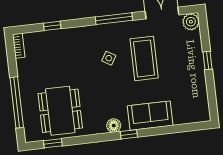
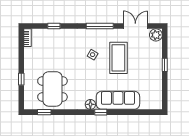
window: (17, 102) -> (21, 79), width x0.32
sofa: (150, 116) -> (118, 100), width x1.36

